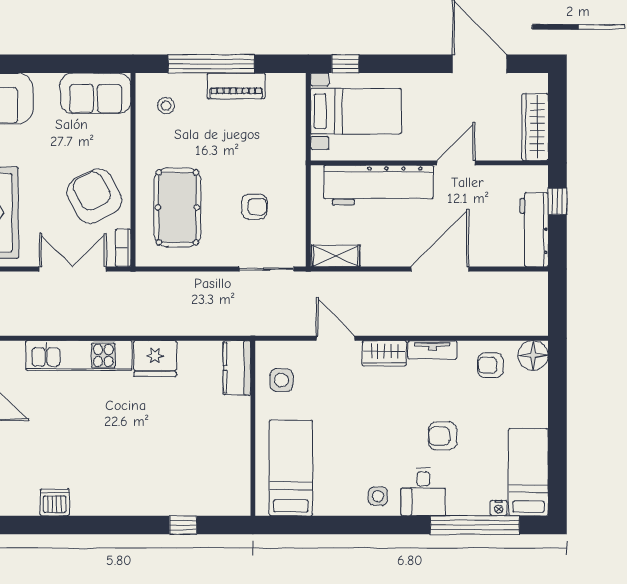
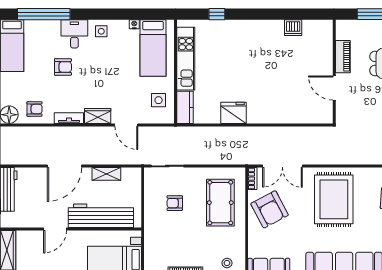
shelving: (336, 256) -> (106, 174), moved
kitchen unit: (79, 355) -> (186, 59), moved, turned 90
nightstand: (499, 508) -> (134, 24), moved

